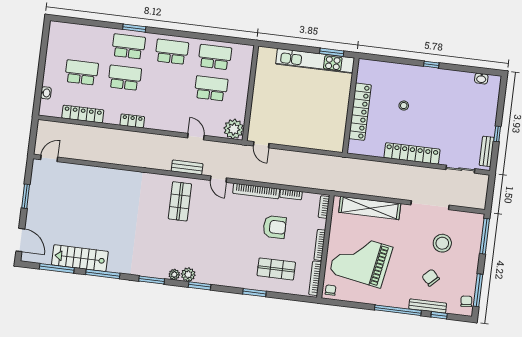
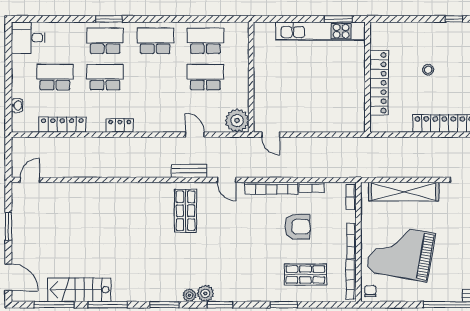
desk: (63, 36) -> (28, 38), added

